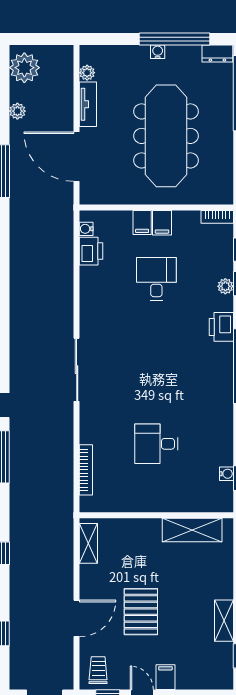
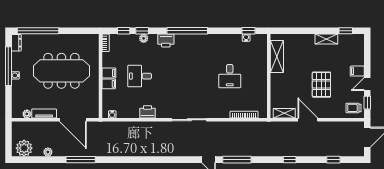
door: (77, 157) -> (73, 120), hinge flipped
printer: (91, 251) -> (147, 112), moved
pallet: (141, 612) -> (321, 85), turned 90
door: (77, 618) -> (308, 120), moved

